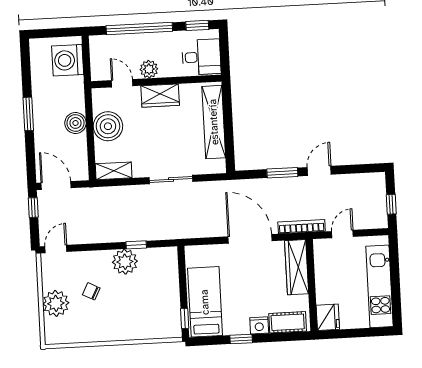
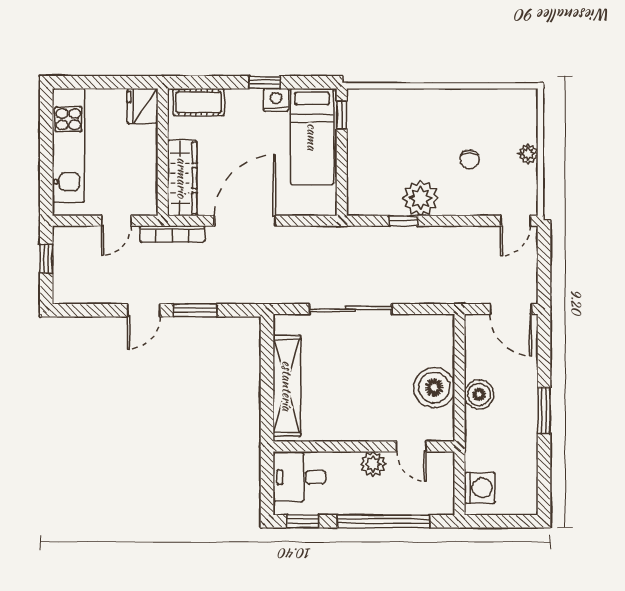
washing machine: (68, 60) -> (480, 488), width x0.73, depth x0.73
wardrobe: (160, 96) -> (359, 426), removed
shelving: (114, 171) -> (430, 325), removed
sliding door: (171, 179) -> (350, 309), width x1.37
window: (33, 208) -> (544, 280), removed
door: (250, 239) -> (245, 221), swing flipped
chair: (91, 291) -> (470, 159), turned 63
plant: (56, 303) -> (528, 154), width x0.53, depth x0.53
nightstand: (259, 325) -> (276, 100), moved

